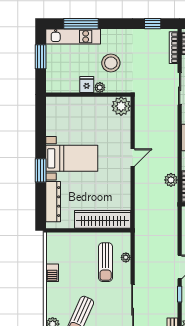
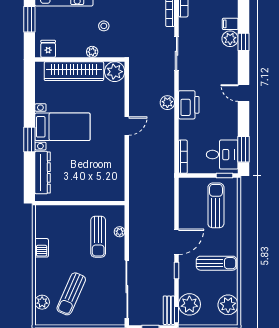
stool: (111, 63) -> (104, 26), width x0.53, depth x0.53
fridge: (87, 85) -> (48, 49), moved
plant: (171, 180) -> (167, 103), moved
wardrobe: (103, 219) -> (74, 71), moved, turned 180

